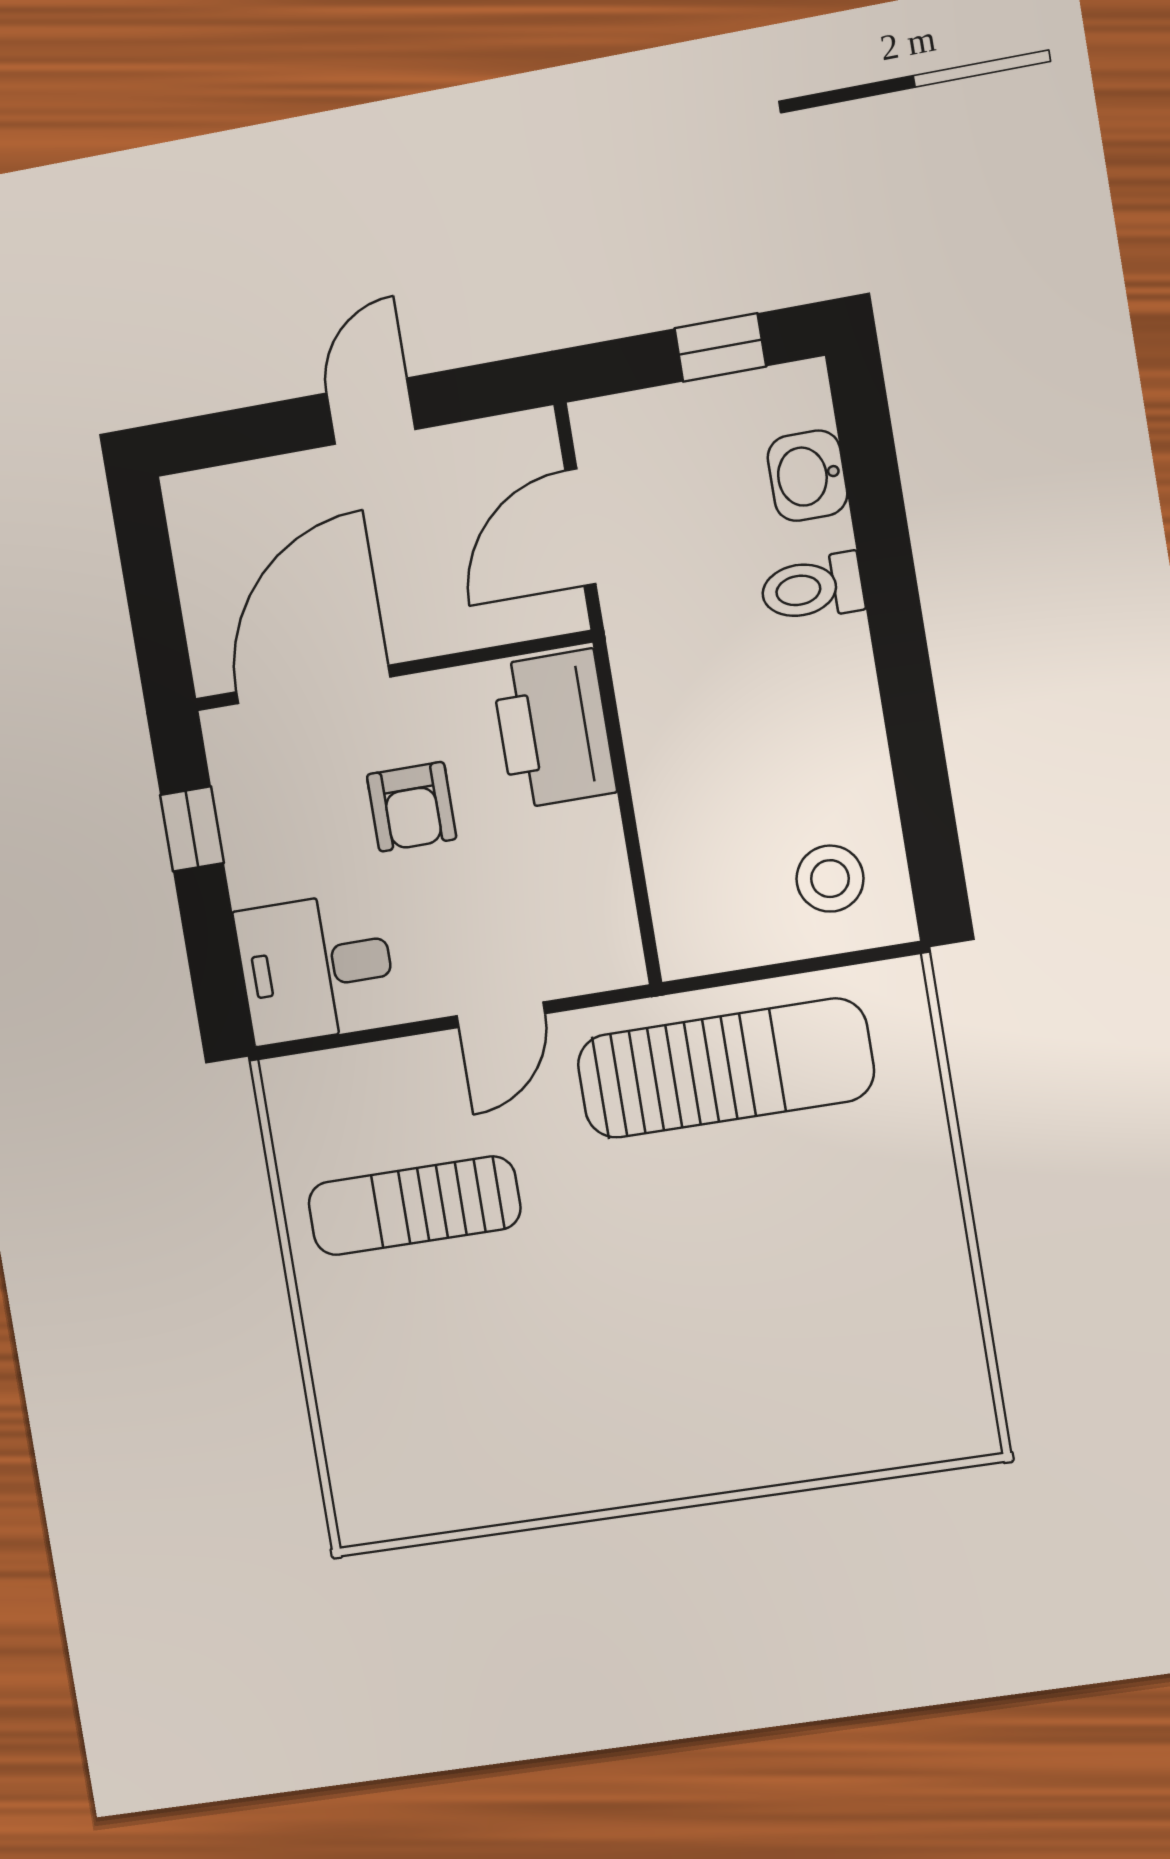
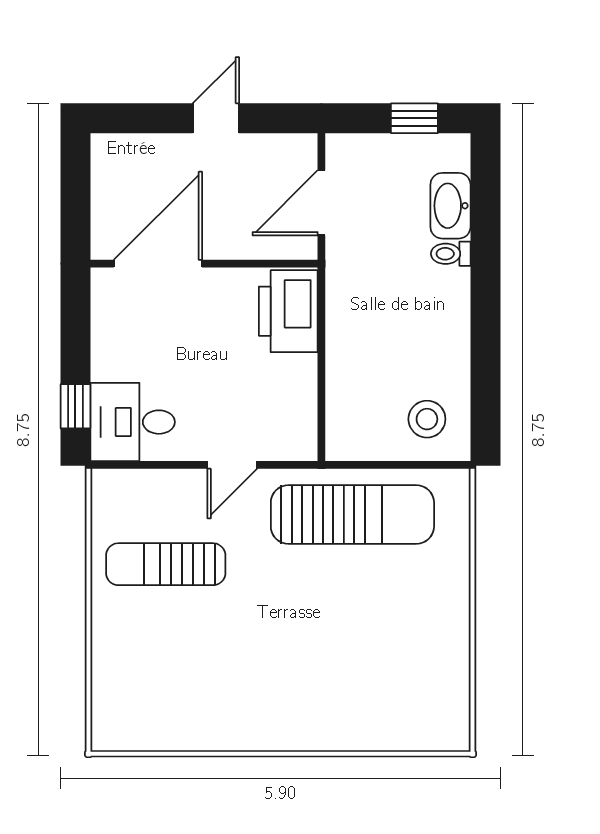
washbasin: (807, 476) -> (450, 206), width x1.38
toilet: (812, 588) -> (451, 254), width x0.73, depth x0.72
armchair: (412, 807) -> (202, 341), removed
window: (192, 829) -> (75, 406), moved

